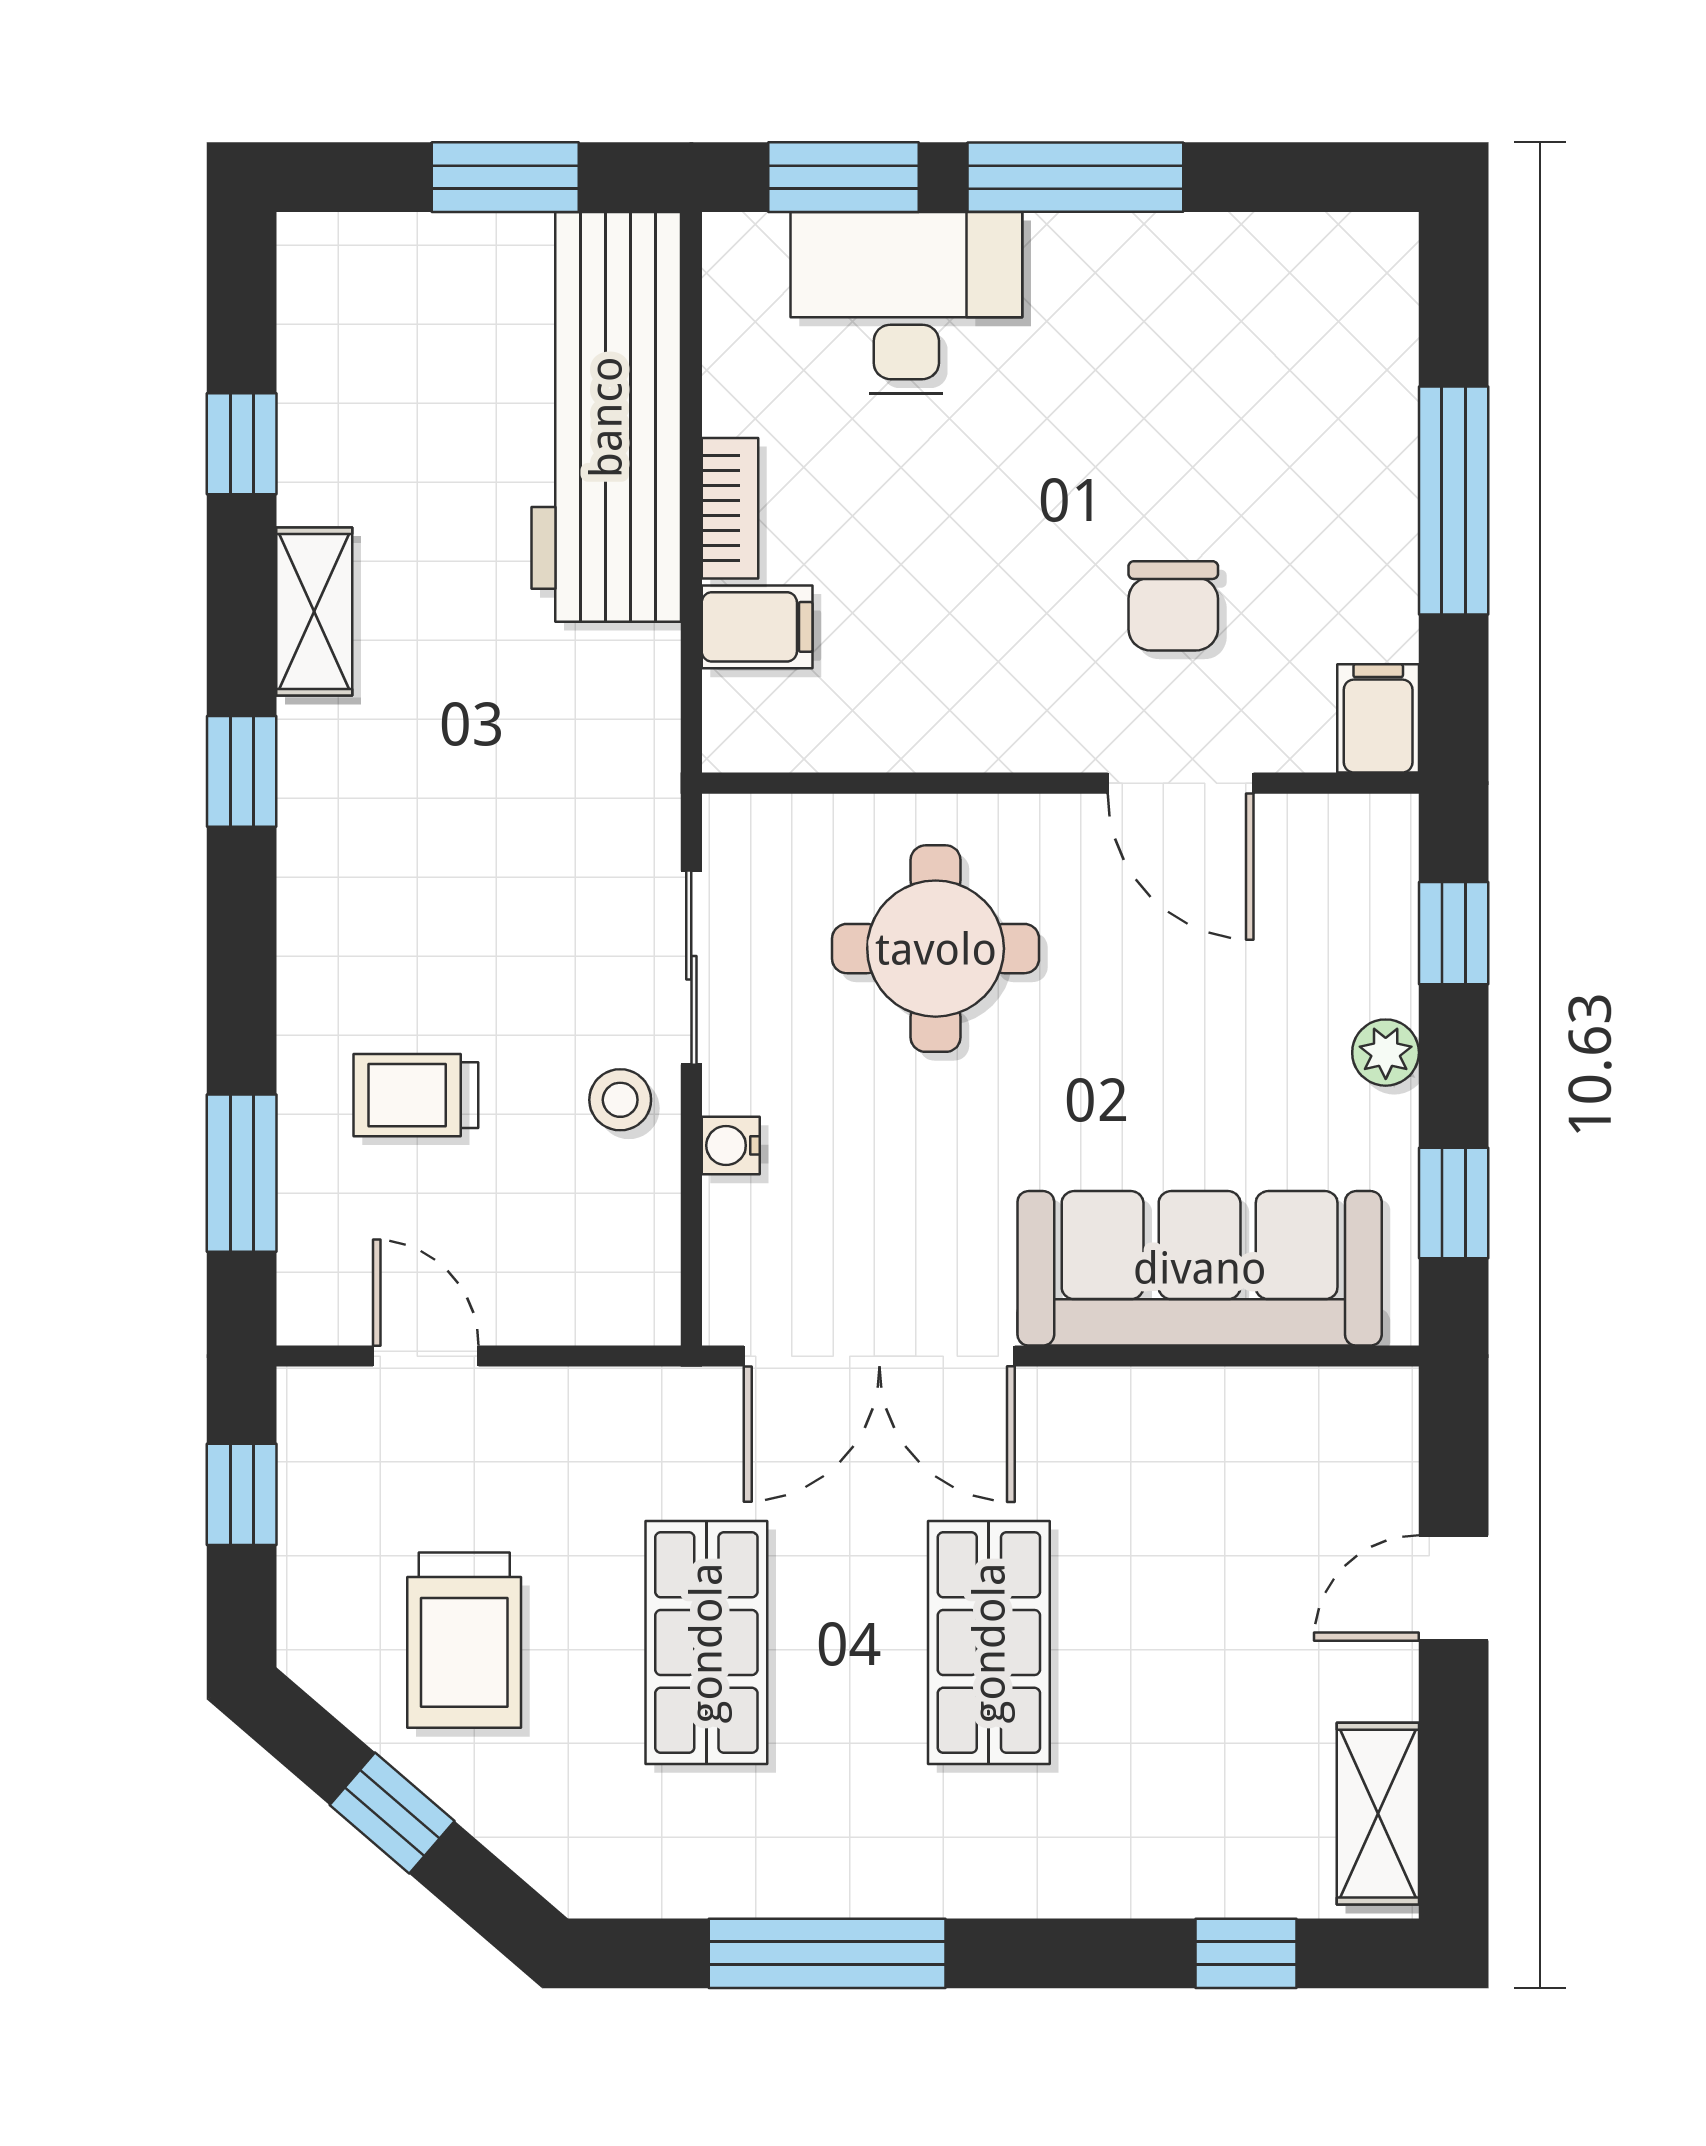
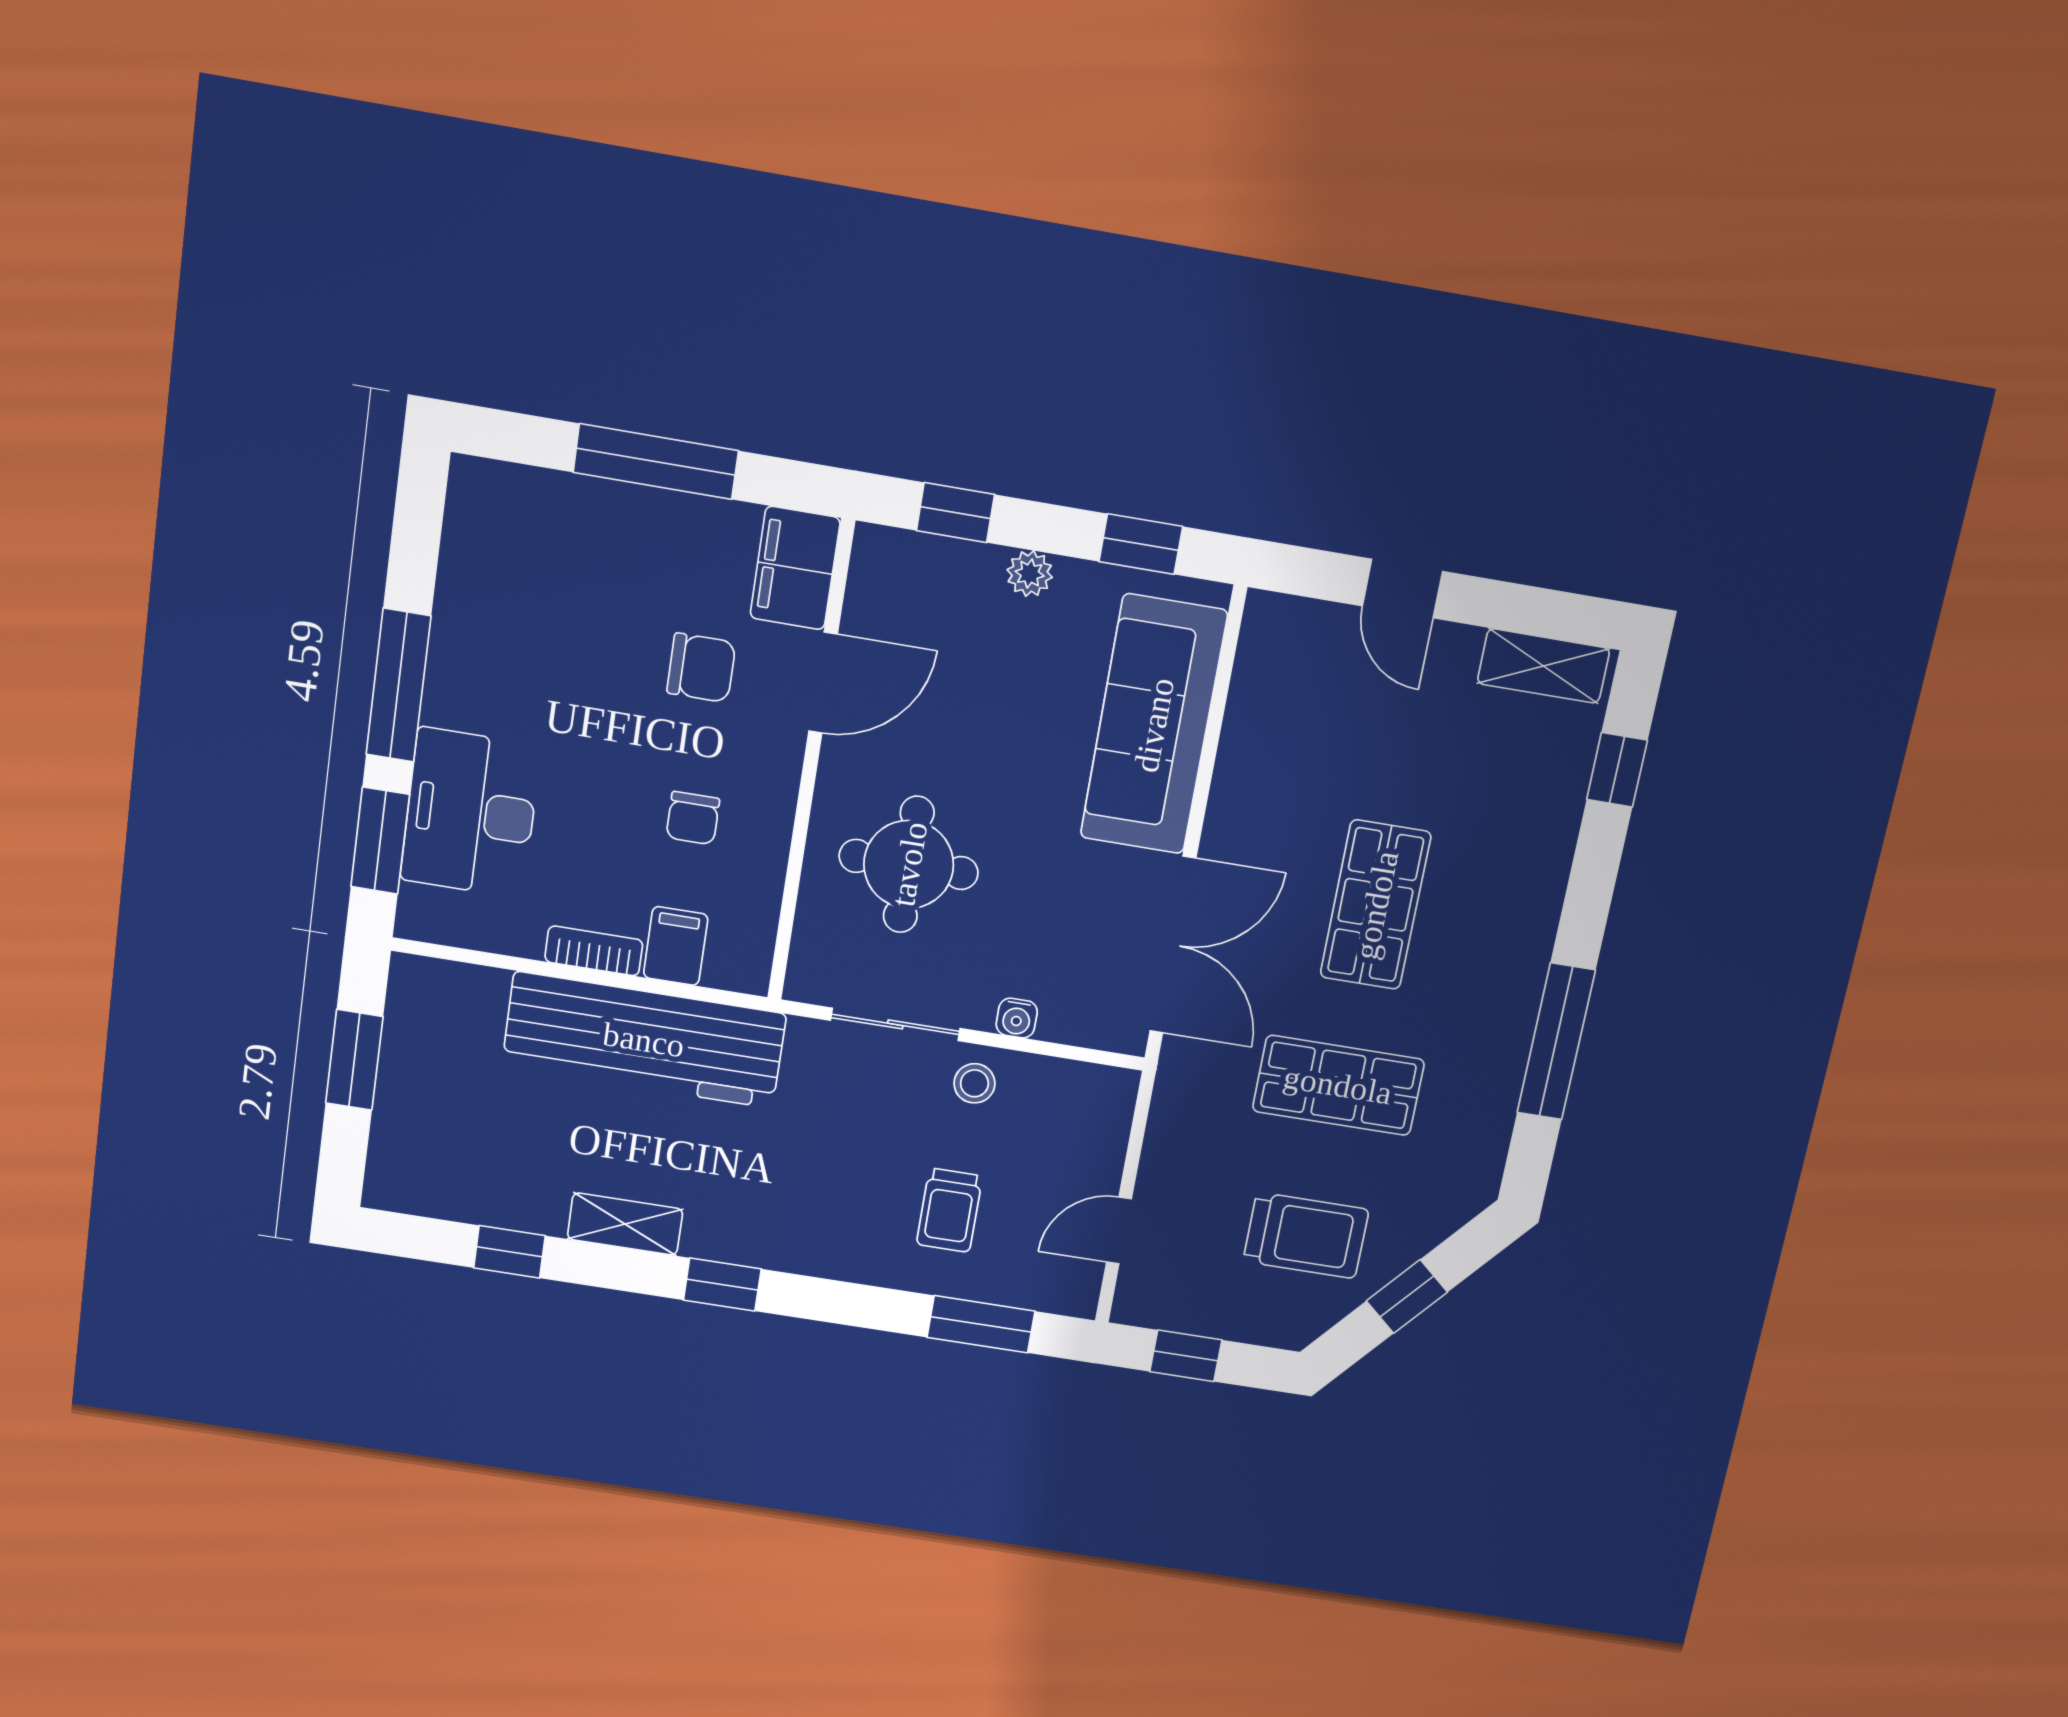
workbench: (606, 417) -> (644, 1040), moved
chair: (952, 625) -> (693, 818), added
filing cabinet: (1378, 718) -> (795, 568), width x2.00
shop shelf: (989, 1643) -> (1376, 905), turned 90

